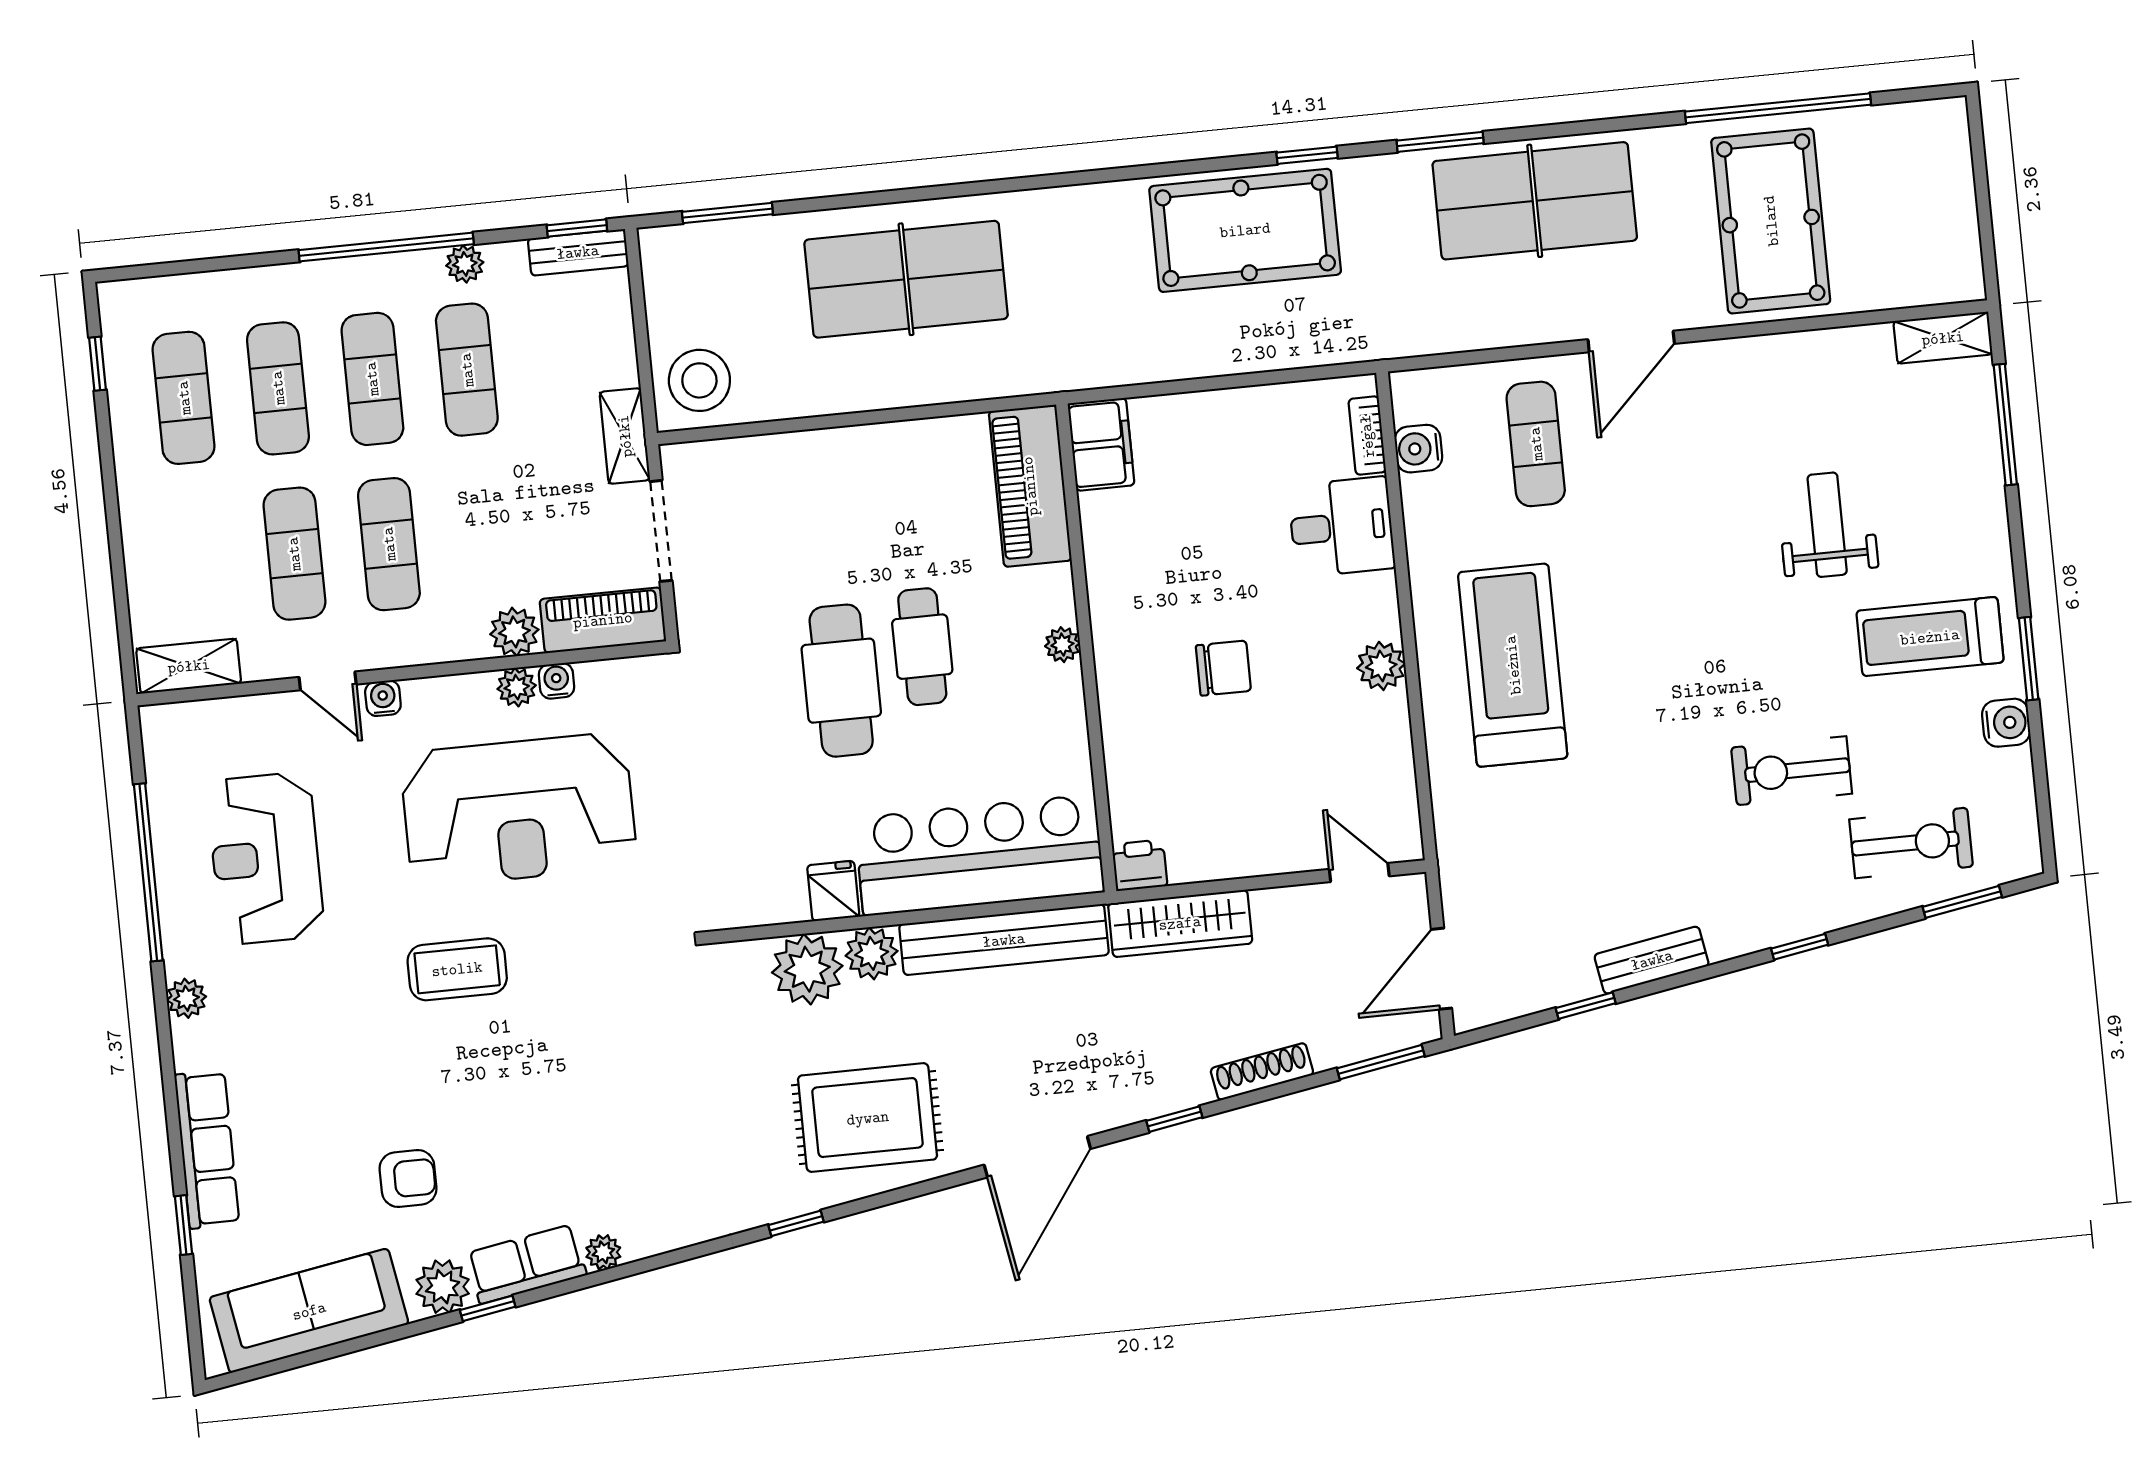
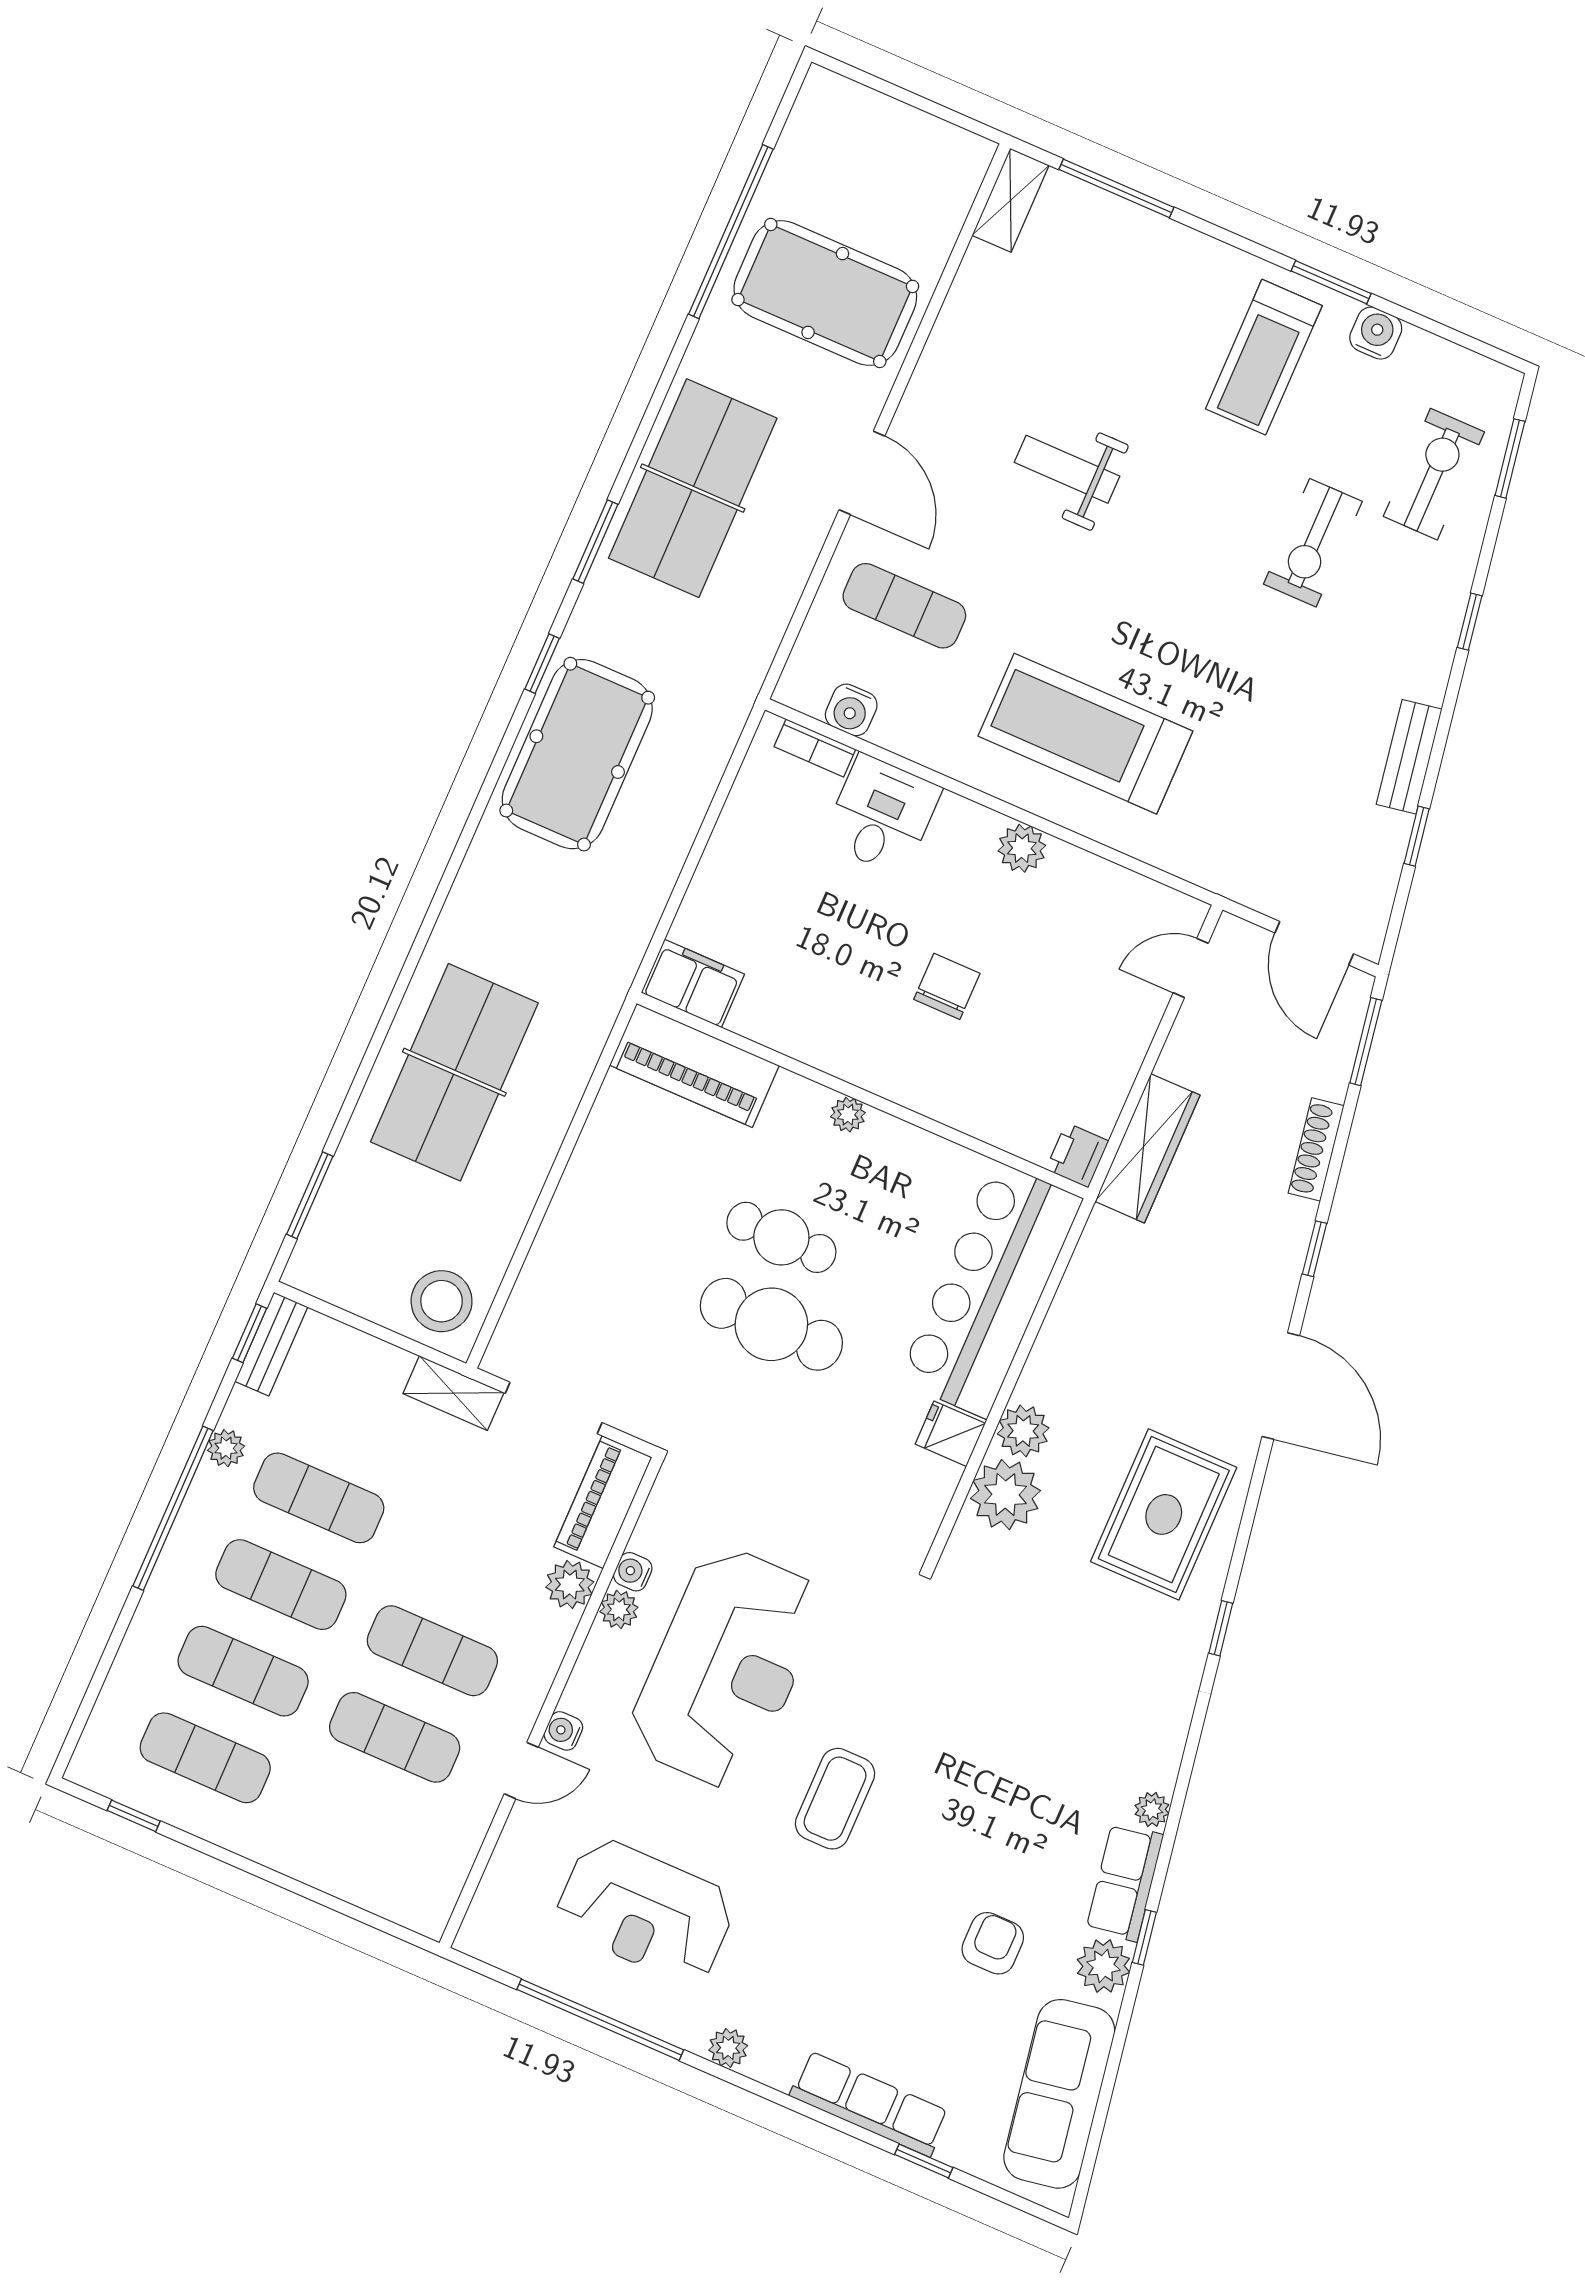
weight bench: (1827, 525) -> (1067, 469), moved
shelving: (189, 666) -> (441, 1884), removed
bench: (1004, 940) -> (1076, 1309), removed

